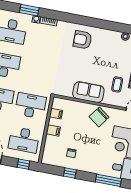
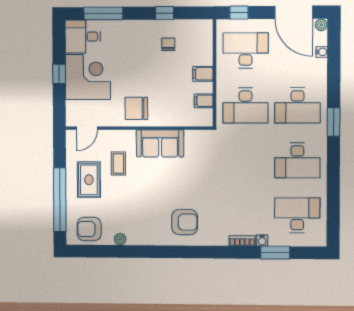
chair: (99, 117) -> (136, 108), turned -126

